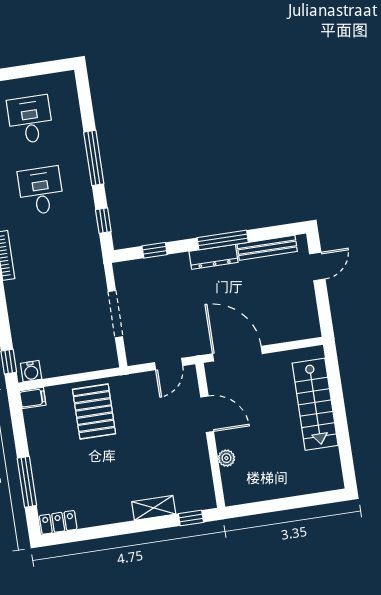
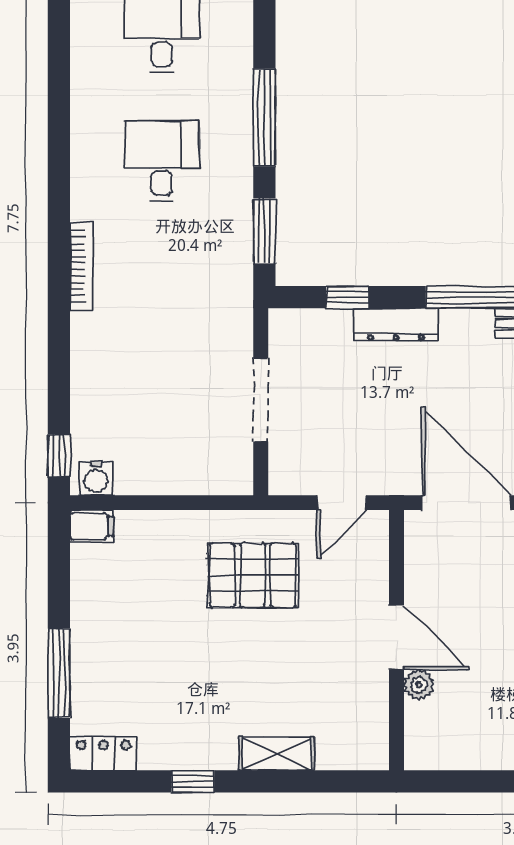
window: (103, 221) -> (264, 231), width x1.50
dresser: (214, 257) -> (396, 325), moved
pallet: (94, 412) -> (253, 575), moved, turned 90
door: (207, 414) -> (396, 637), moved
window: (191, 518) -> (193, 781), moved

